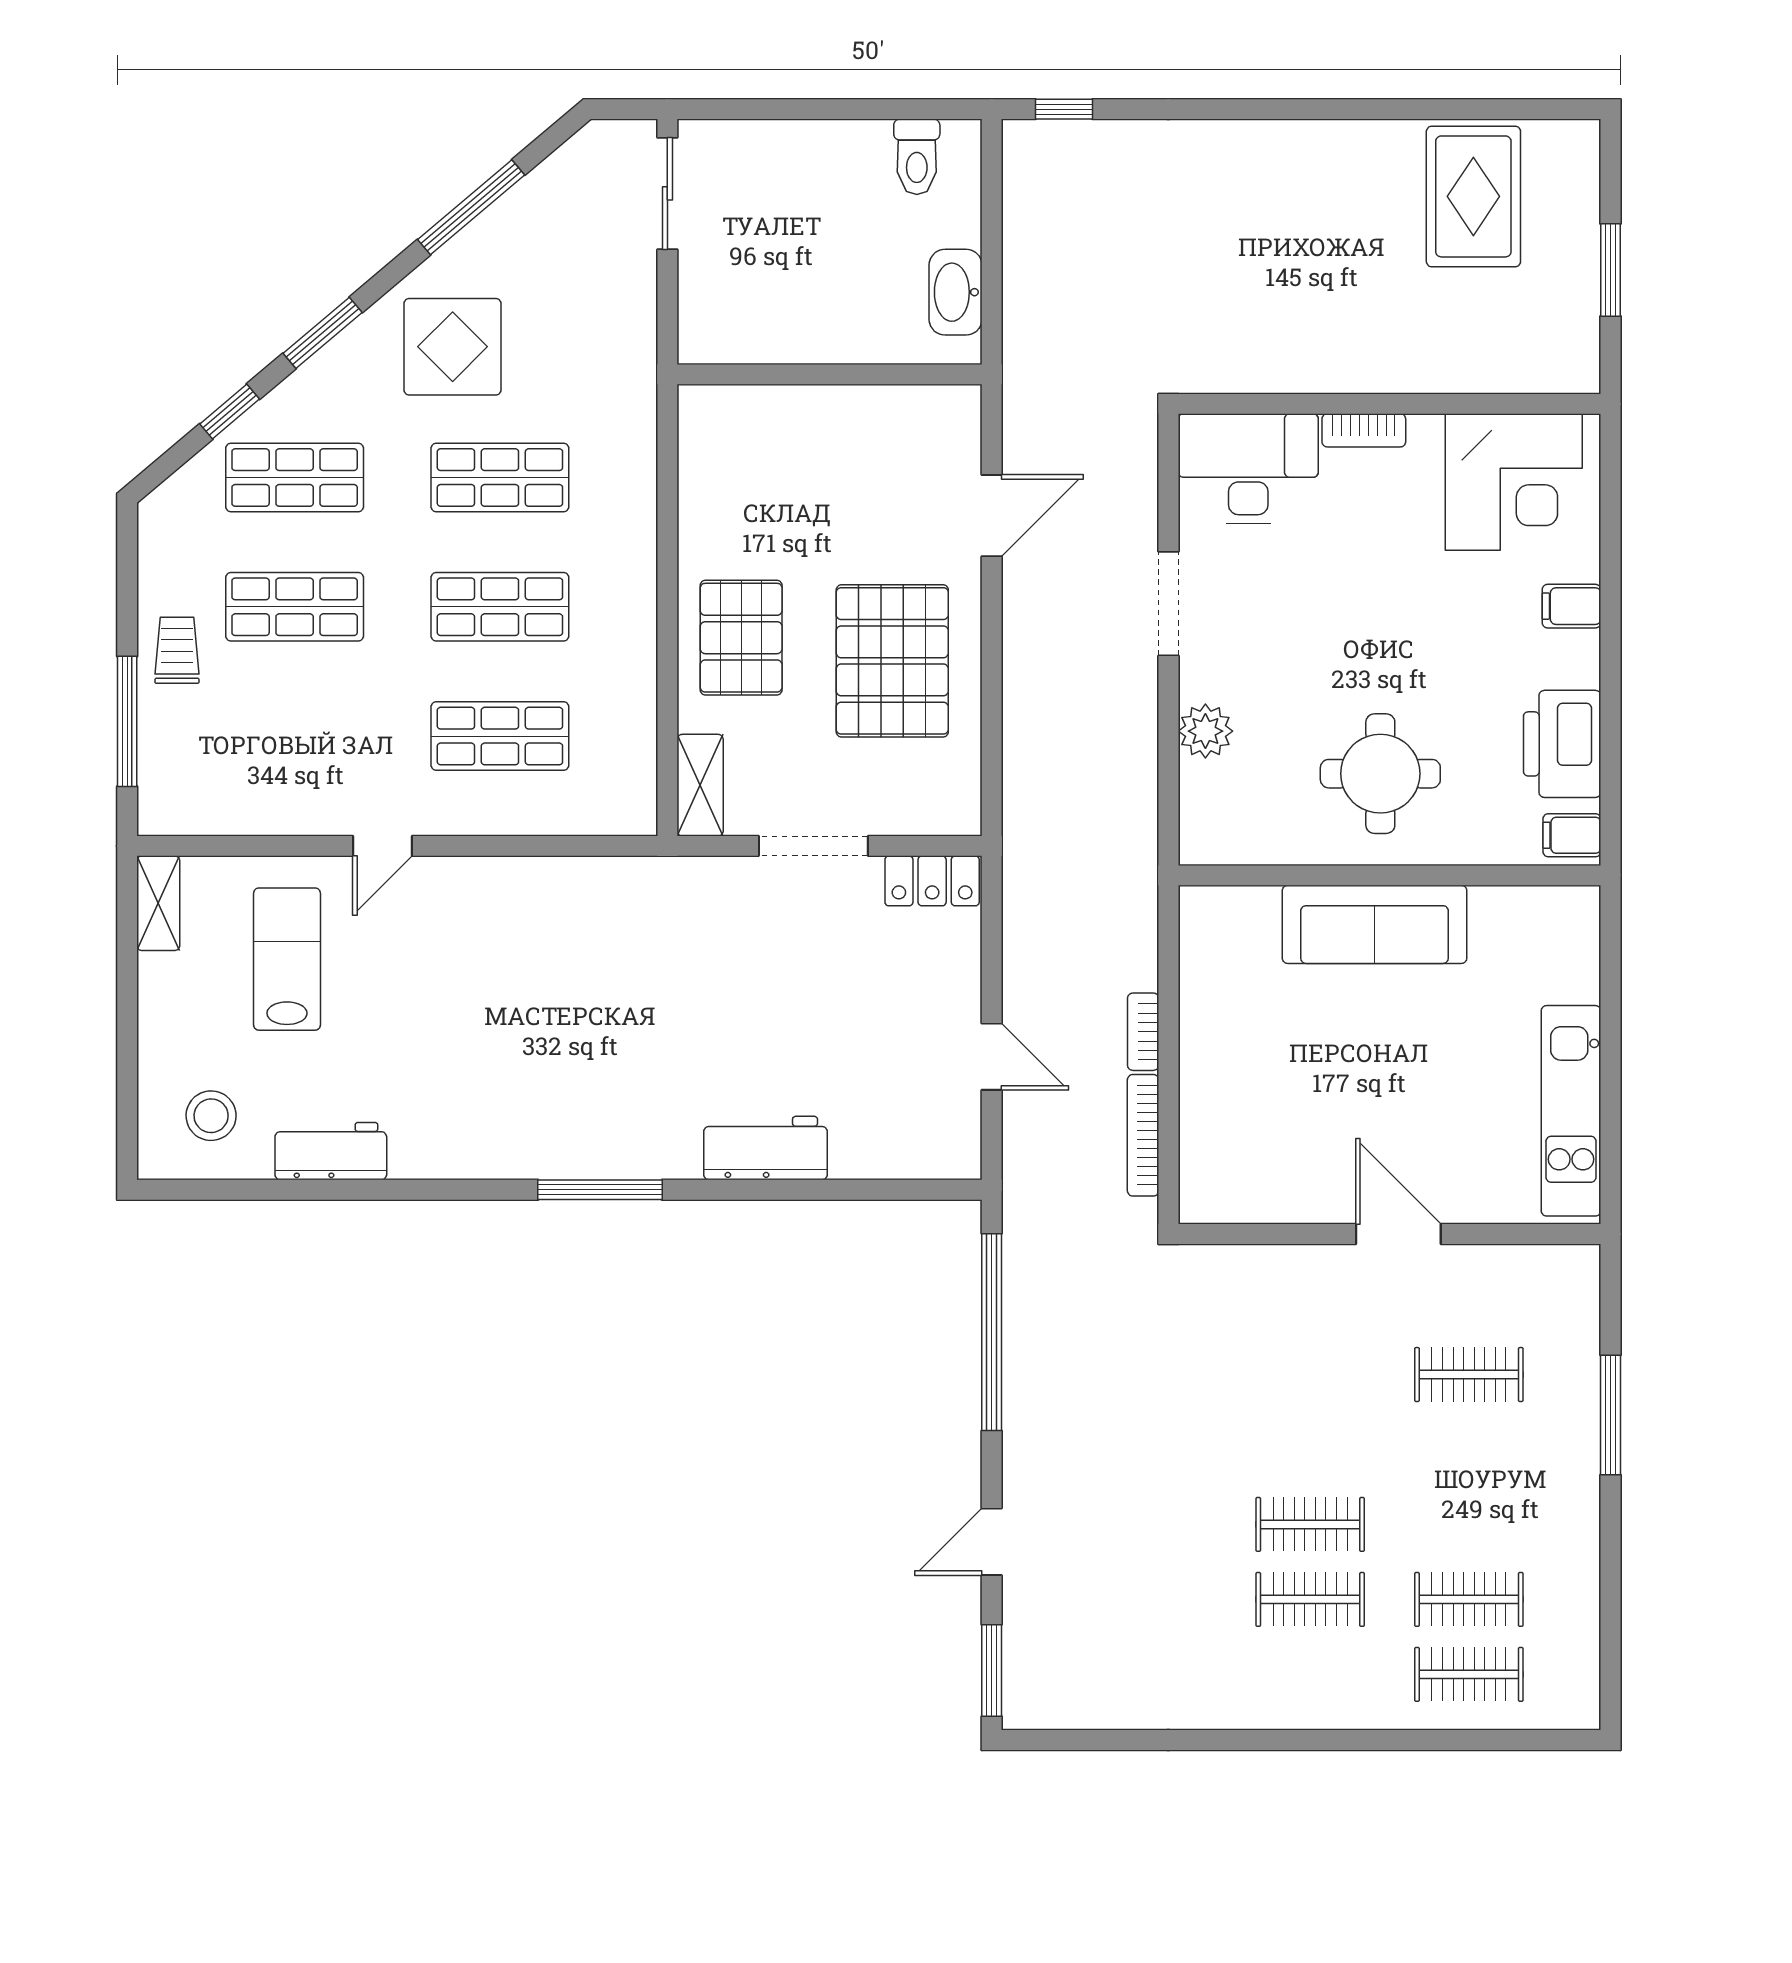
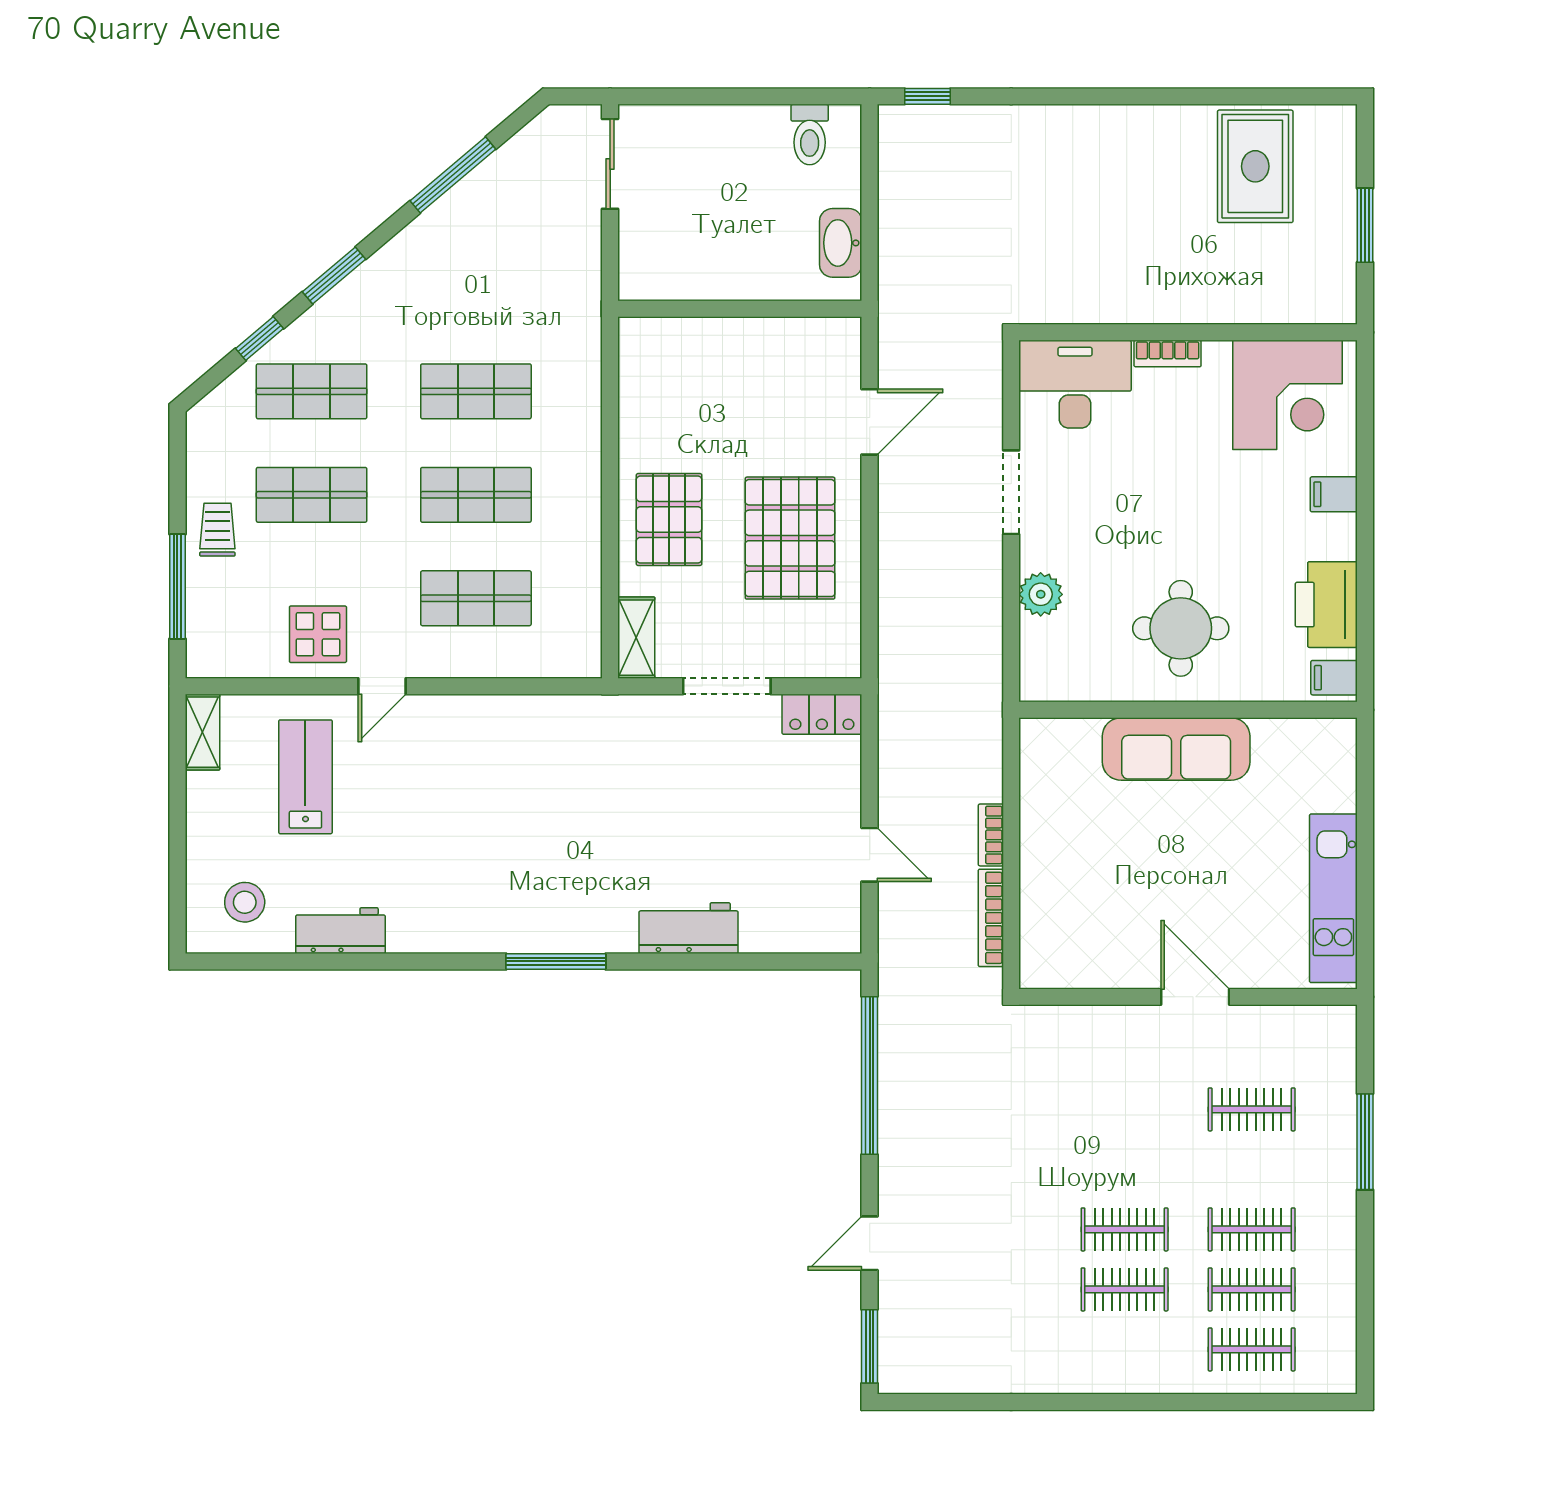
display table: (453, 347) -> (318, 634), moved, width x0.73, depth x0.73
clothes rail: (1469, 1524) -> (1252, 1229), added

